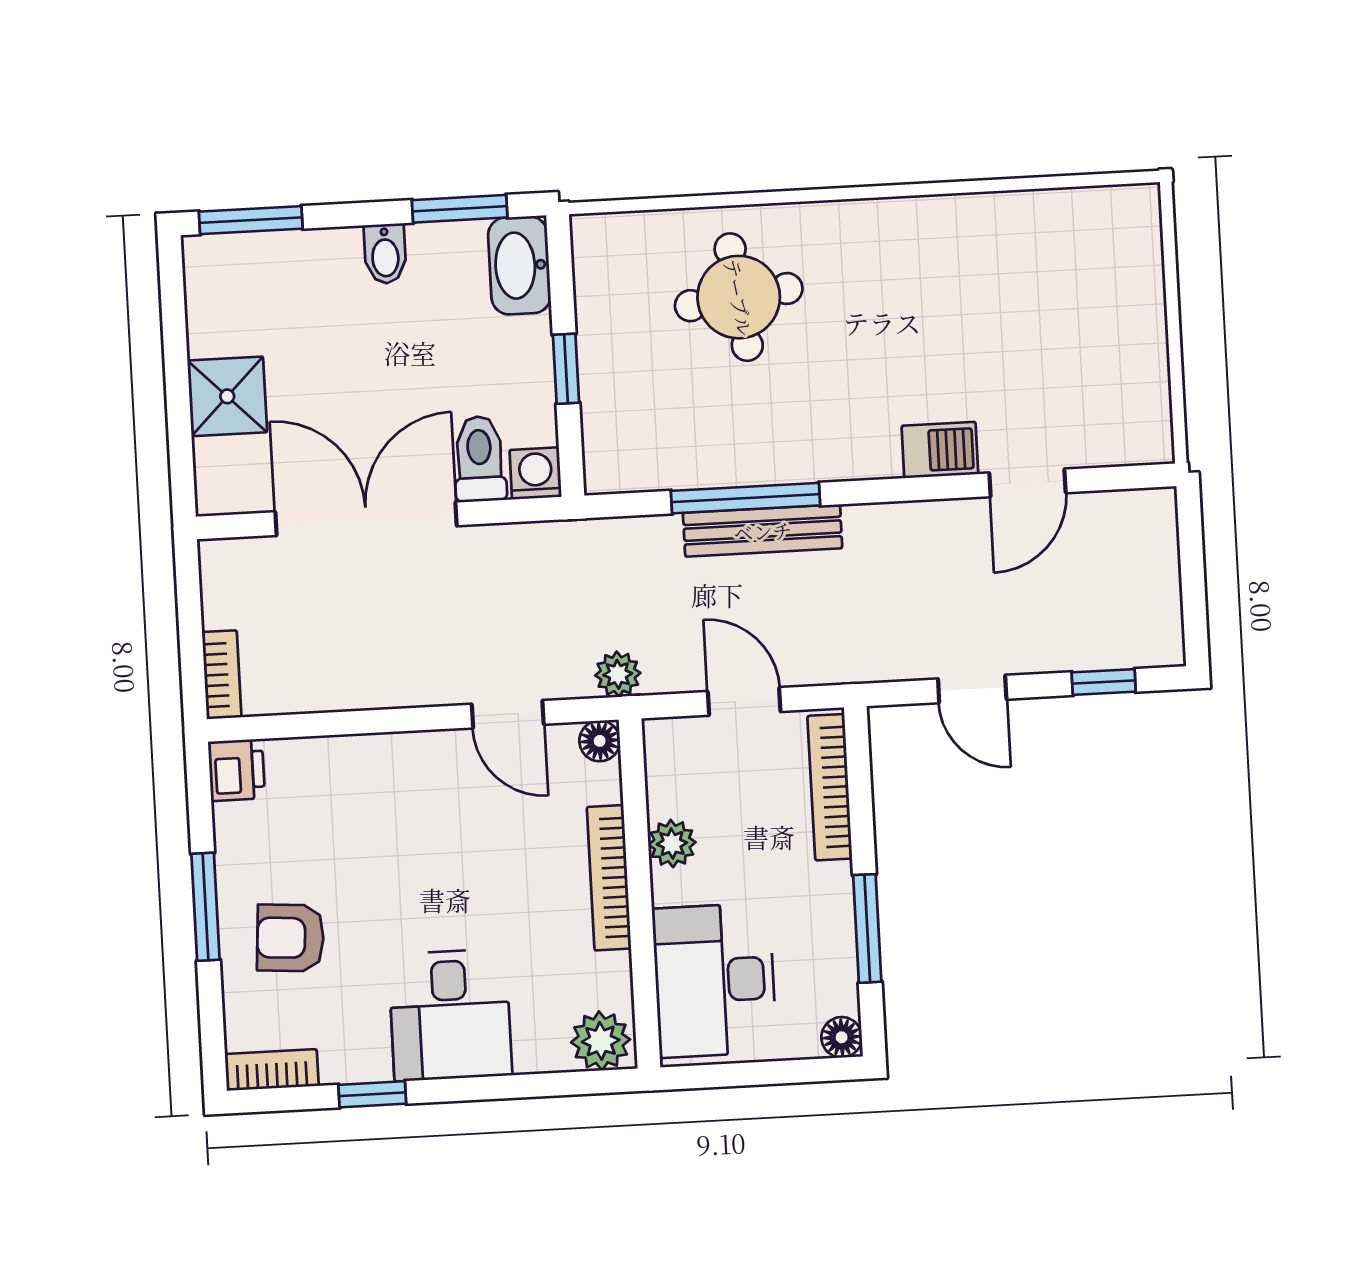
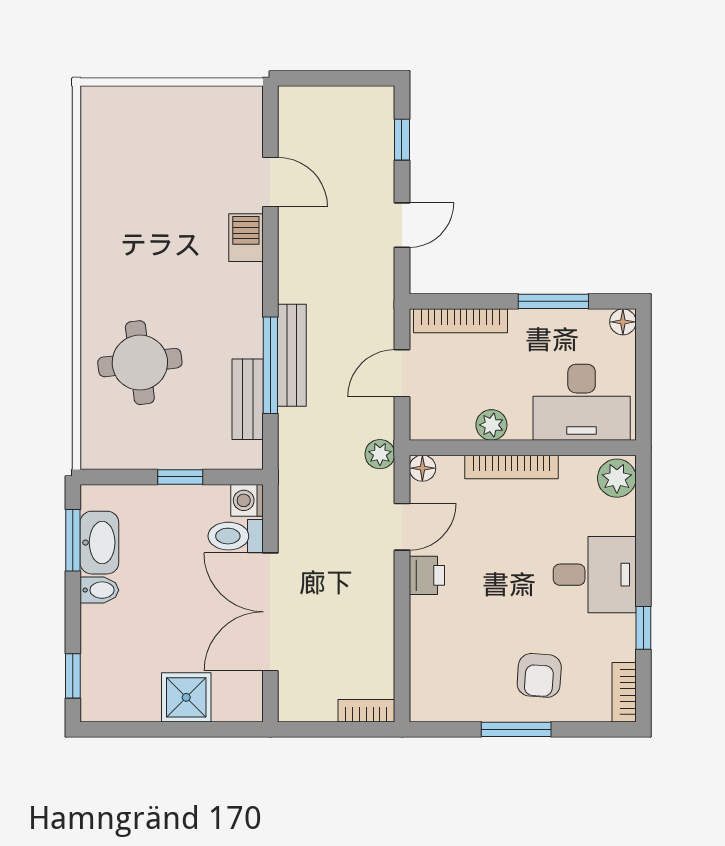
window: (251, 220) -> (73, 676), width x0.67
washbasin: (519, 265) -> (99, 543), moved, turned -90
bench: (691, 466) -> (248, 399), added
printer: (236, 770) -> (427, 575), moved, turned 90

